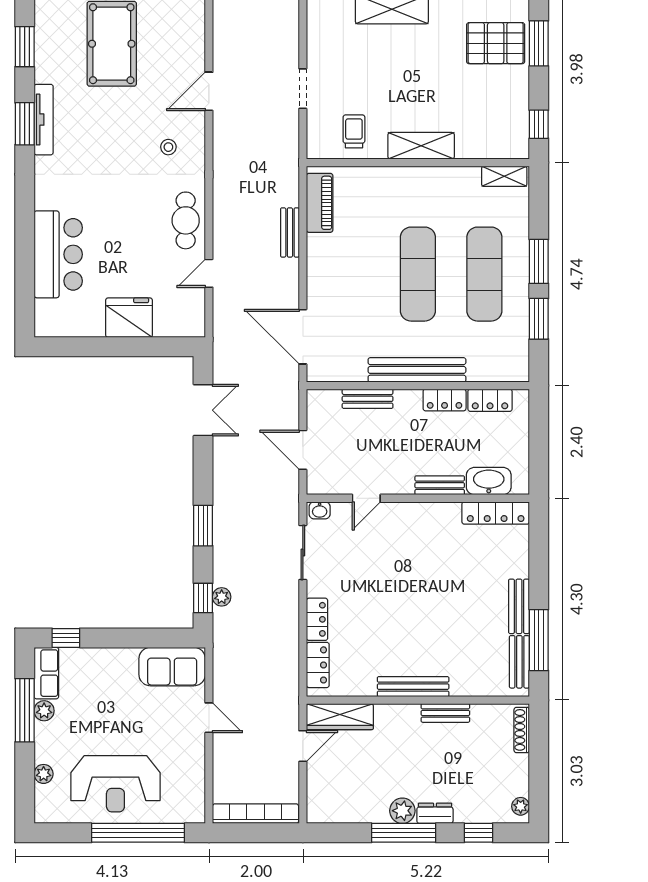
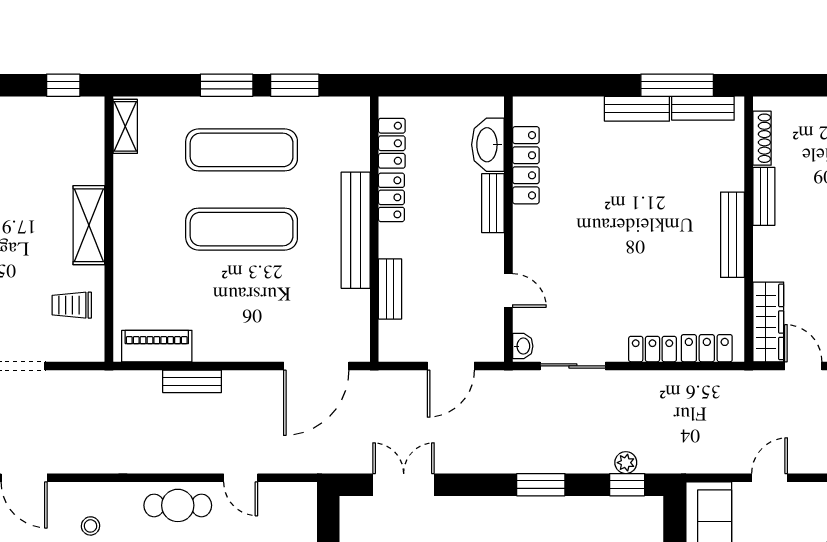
locker: (496, 513) -> (526, 165), moved
shoe rack: (522, 730) -> (762, 138), moved, turned -90

